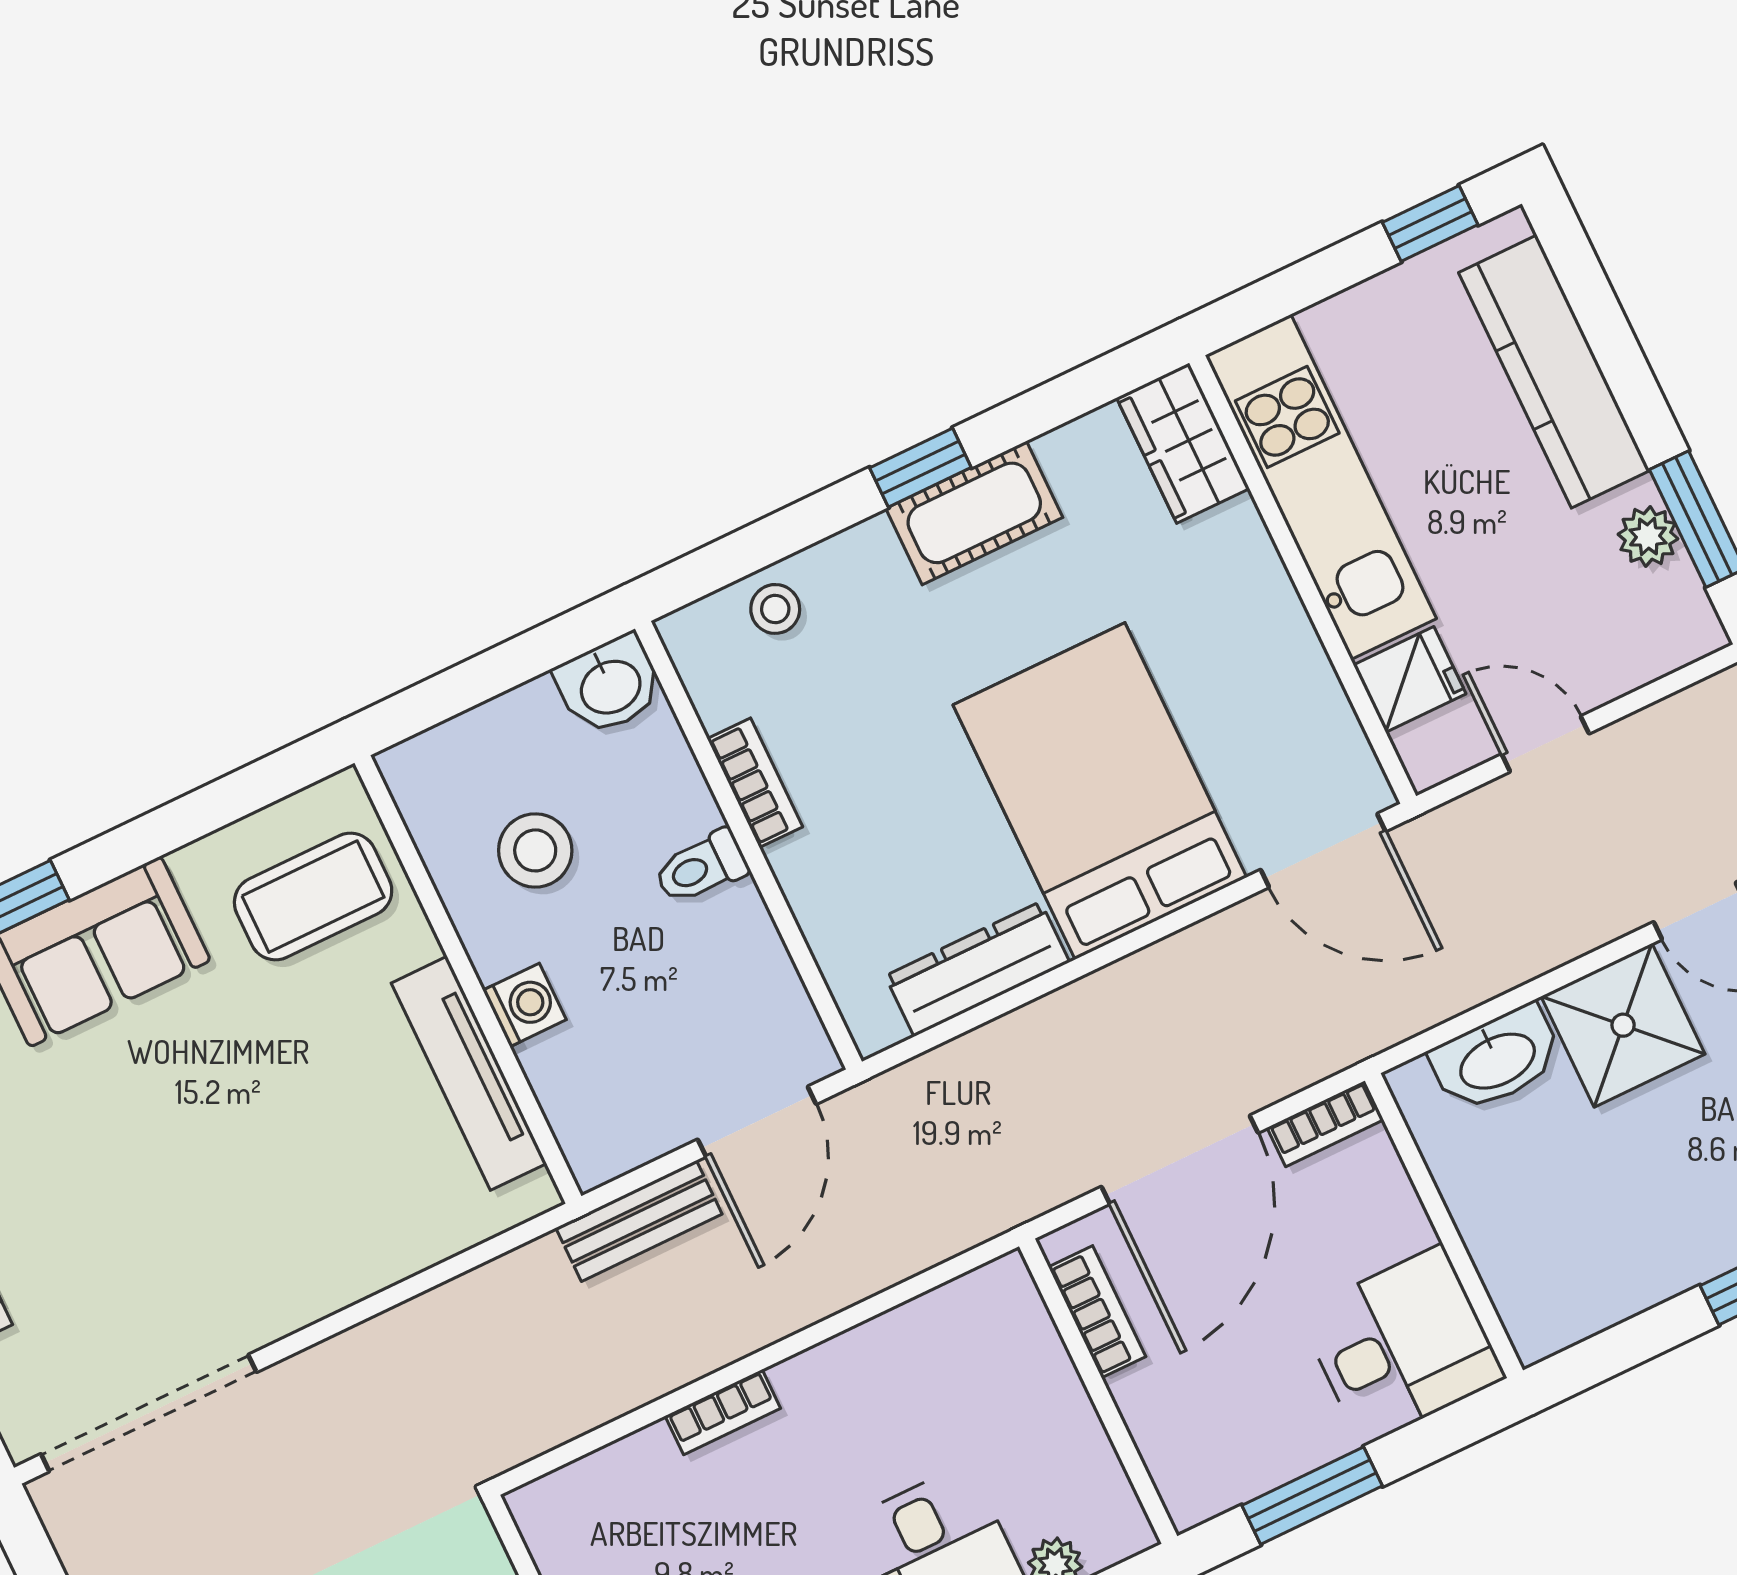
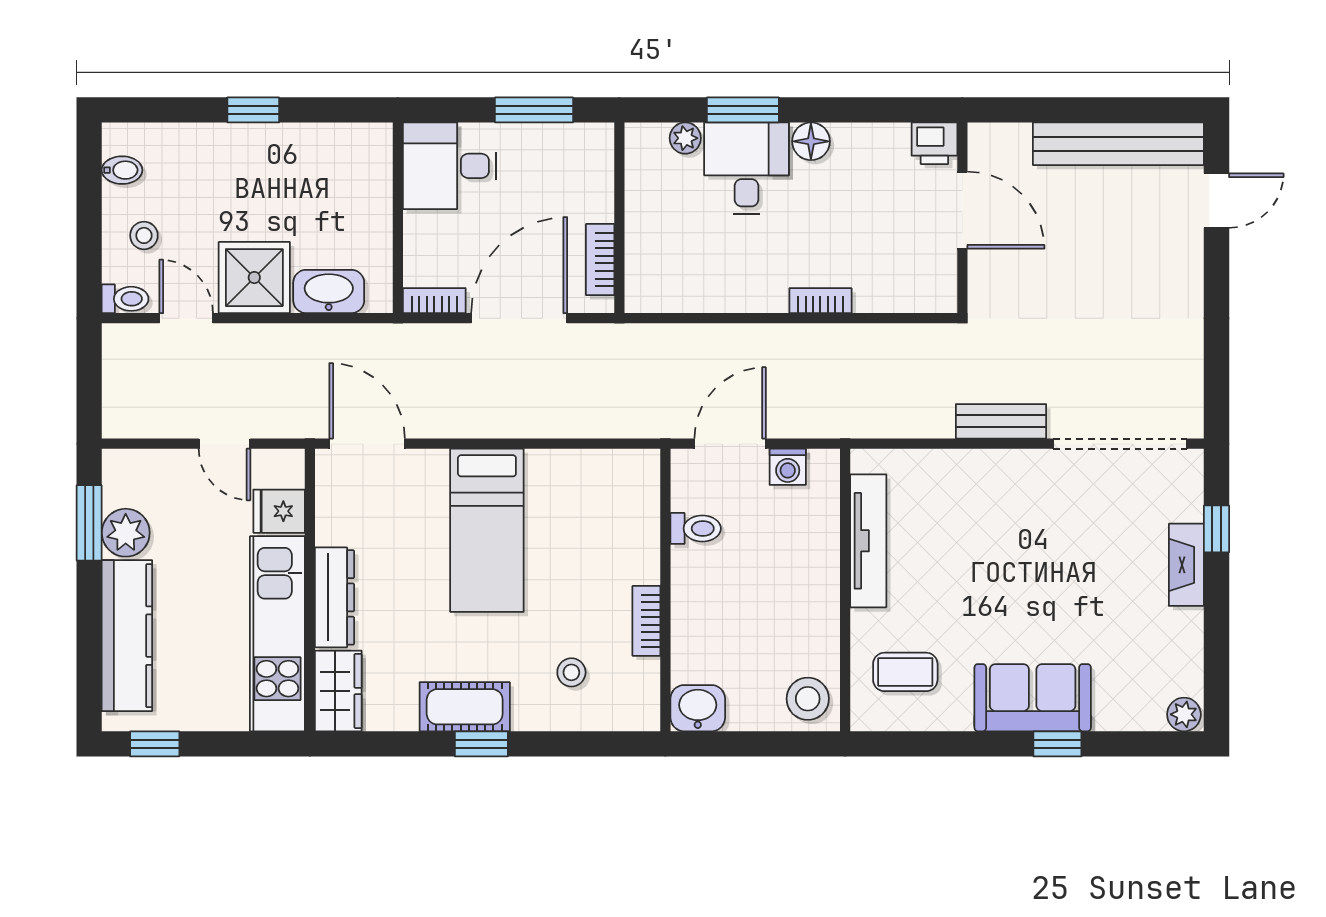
plant: (1648, 536) -> (126, 533), width x1.38, depth x1.38
stool: (775, 609) -> (571, 672), moved
bed: (1100, 791) -> (487, 530), width x0.67
stool: (535, 850) -> (808, 699), moved
toilet: (701, 867) -> (696, 528), moved
coffee table: (313, 897) -> (905, 672), width x0.73, depth x0.77
dresser: (977, 969) -> (335, 597), moved, turned -90
washing machine: (525, 1005) -> (788, 467), moved, turned -90
bench: (639, 1221) -> (1001, 421), moved

